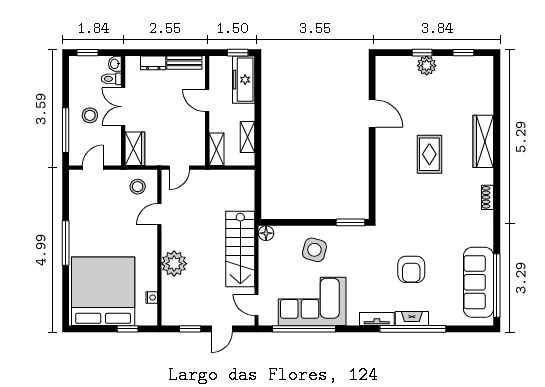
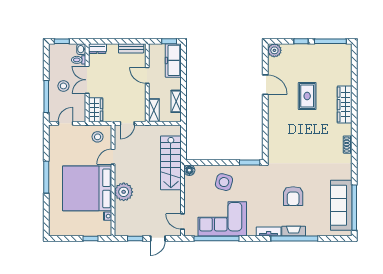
window: (463, 53) -> (330, 41), width x2.17
dresser: (153, 63) -> (97, 49), moved
plant: (427, 66) -> (274, 50), moved
rug: (429, 154) -> (307, 96), moved
stairs: (240, 249) -> (171, 163), moved
bed: (103, 291) -> (87, 188), moved, turned -90

